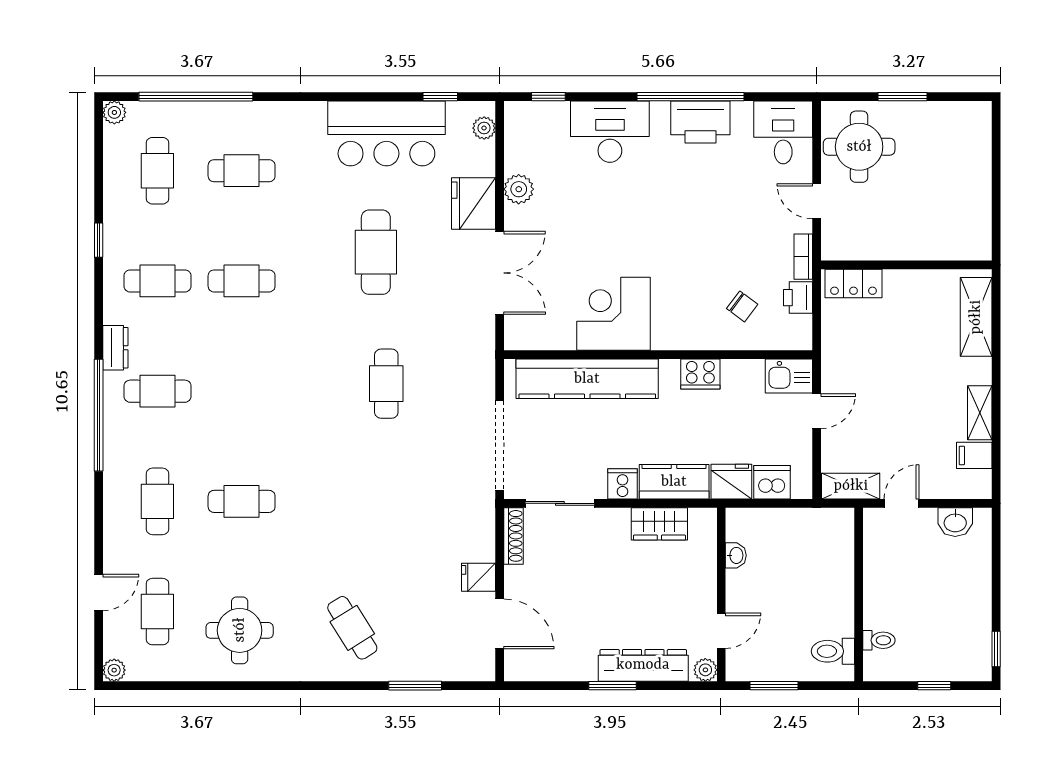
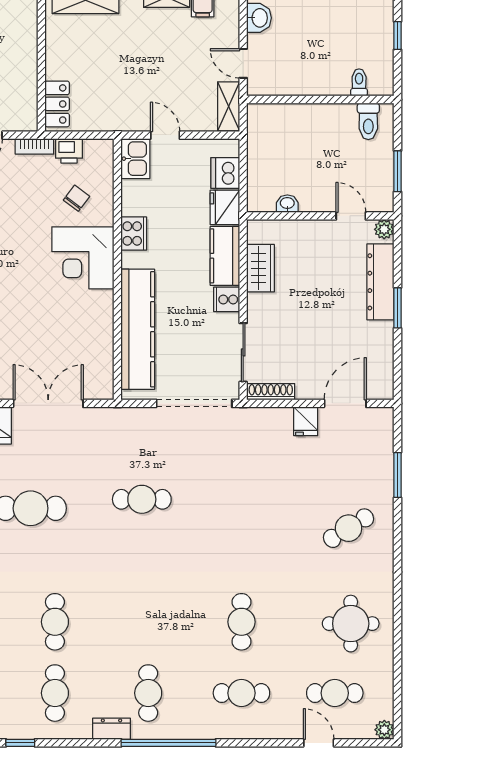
corner desk: (613, 314) -> (83, 258), moved

